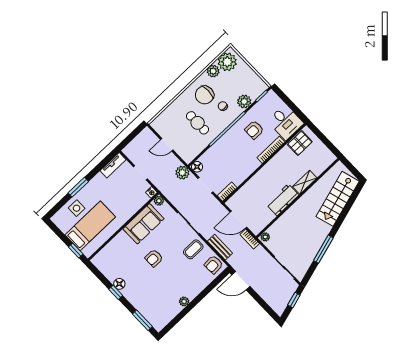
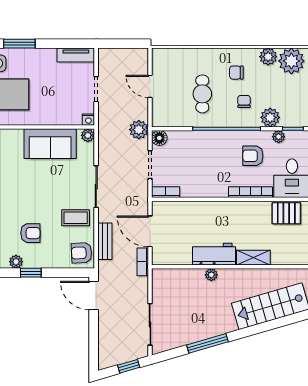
chair: (205, 95) -> (236, 73), width x0.54, depth x0.54
plant: (258, 107) -> (279, 137), added
plant: (265, 237) -> (211, 275), moved
armchair: (154, 258) -> (30, 233), moved, turned 180
window: (197, 300) -> (31, 273), added

